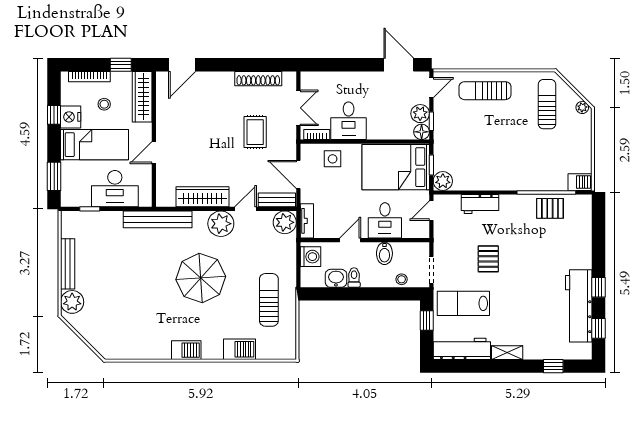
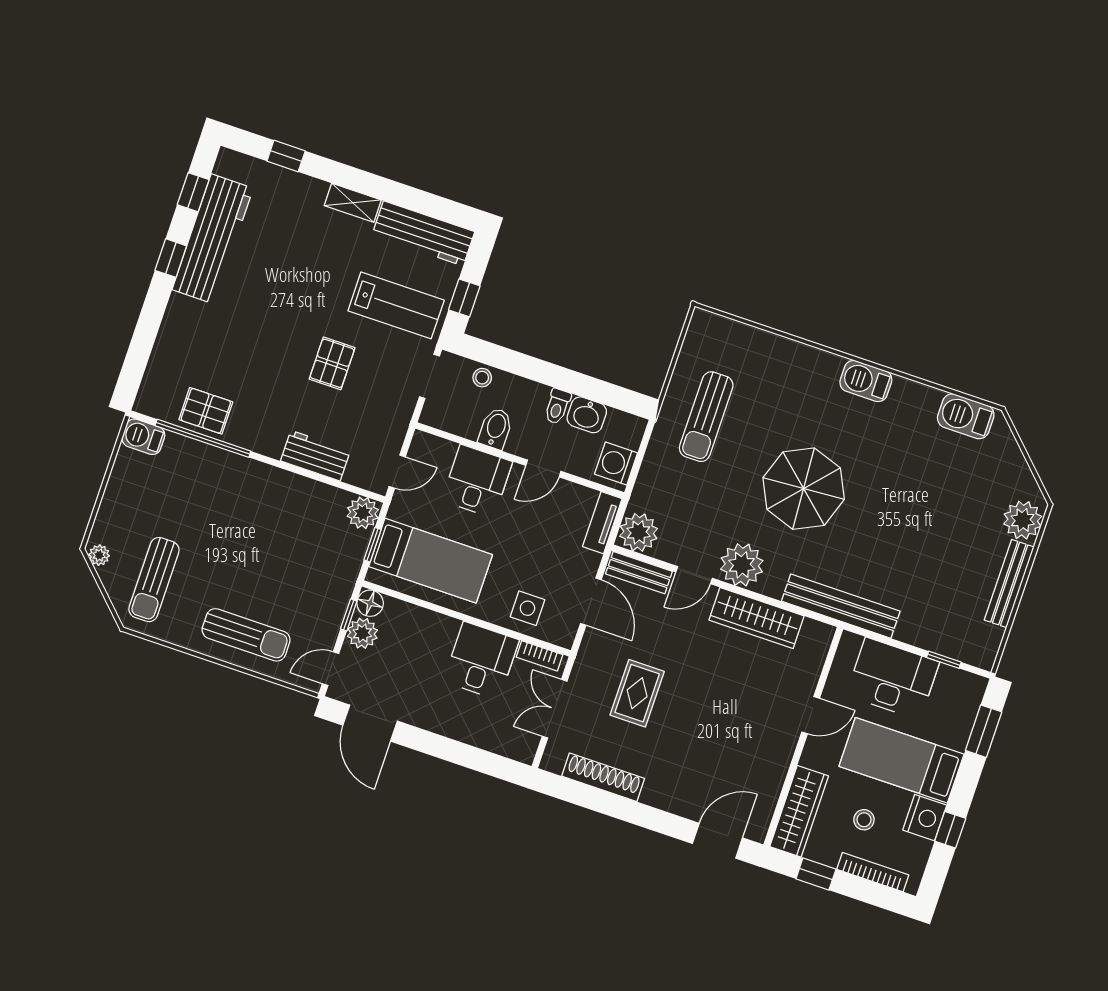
bed: (396, 167) -> (431, 561), width x0.67
barbecue: (240, 349) -> (966, 416), moved

